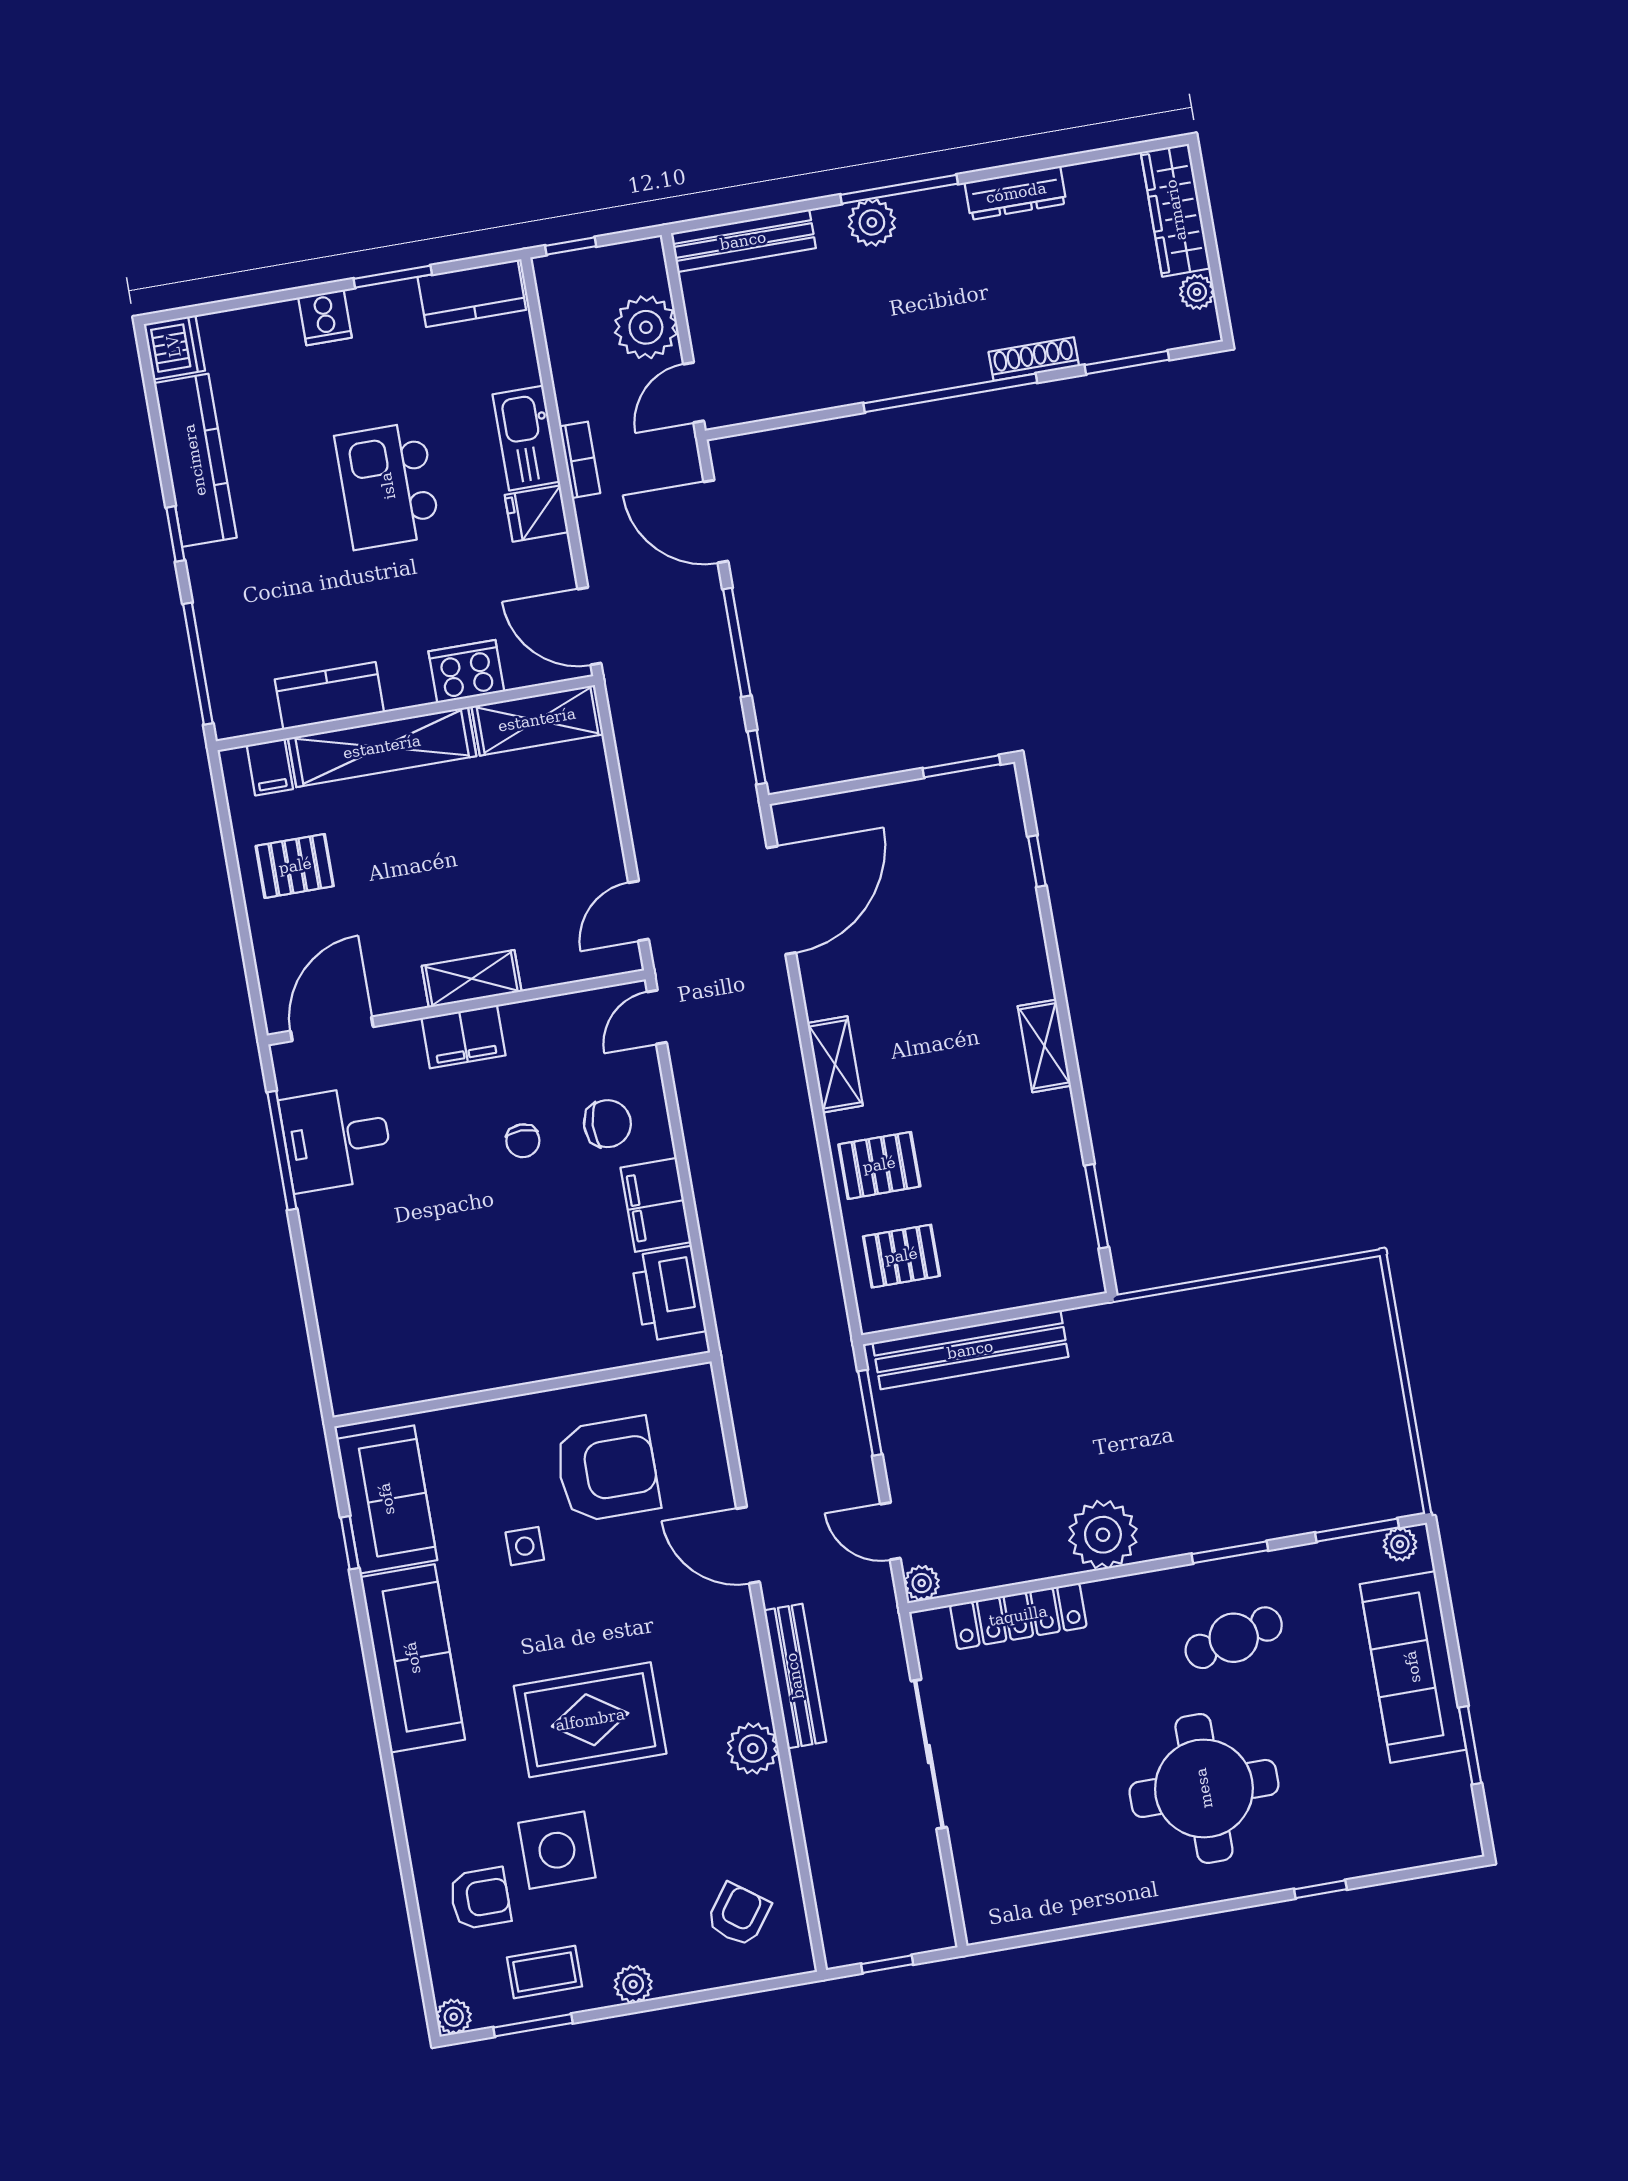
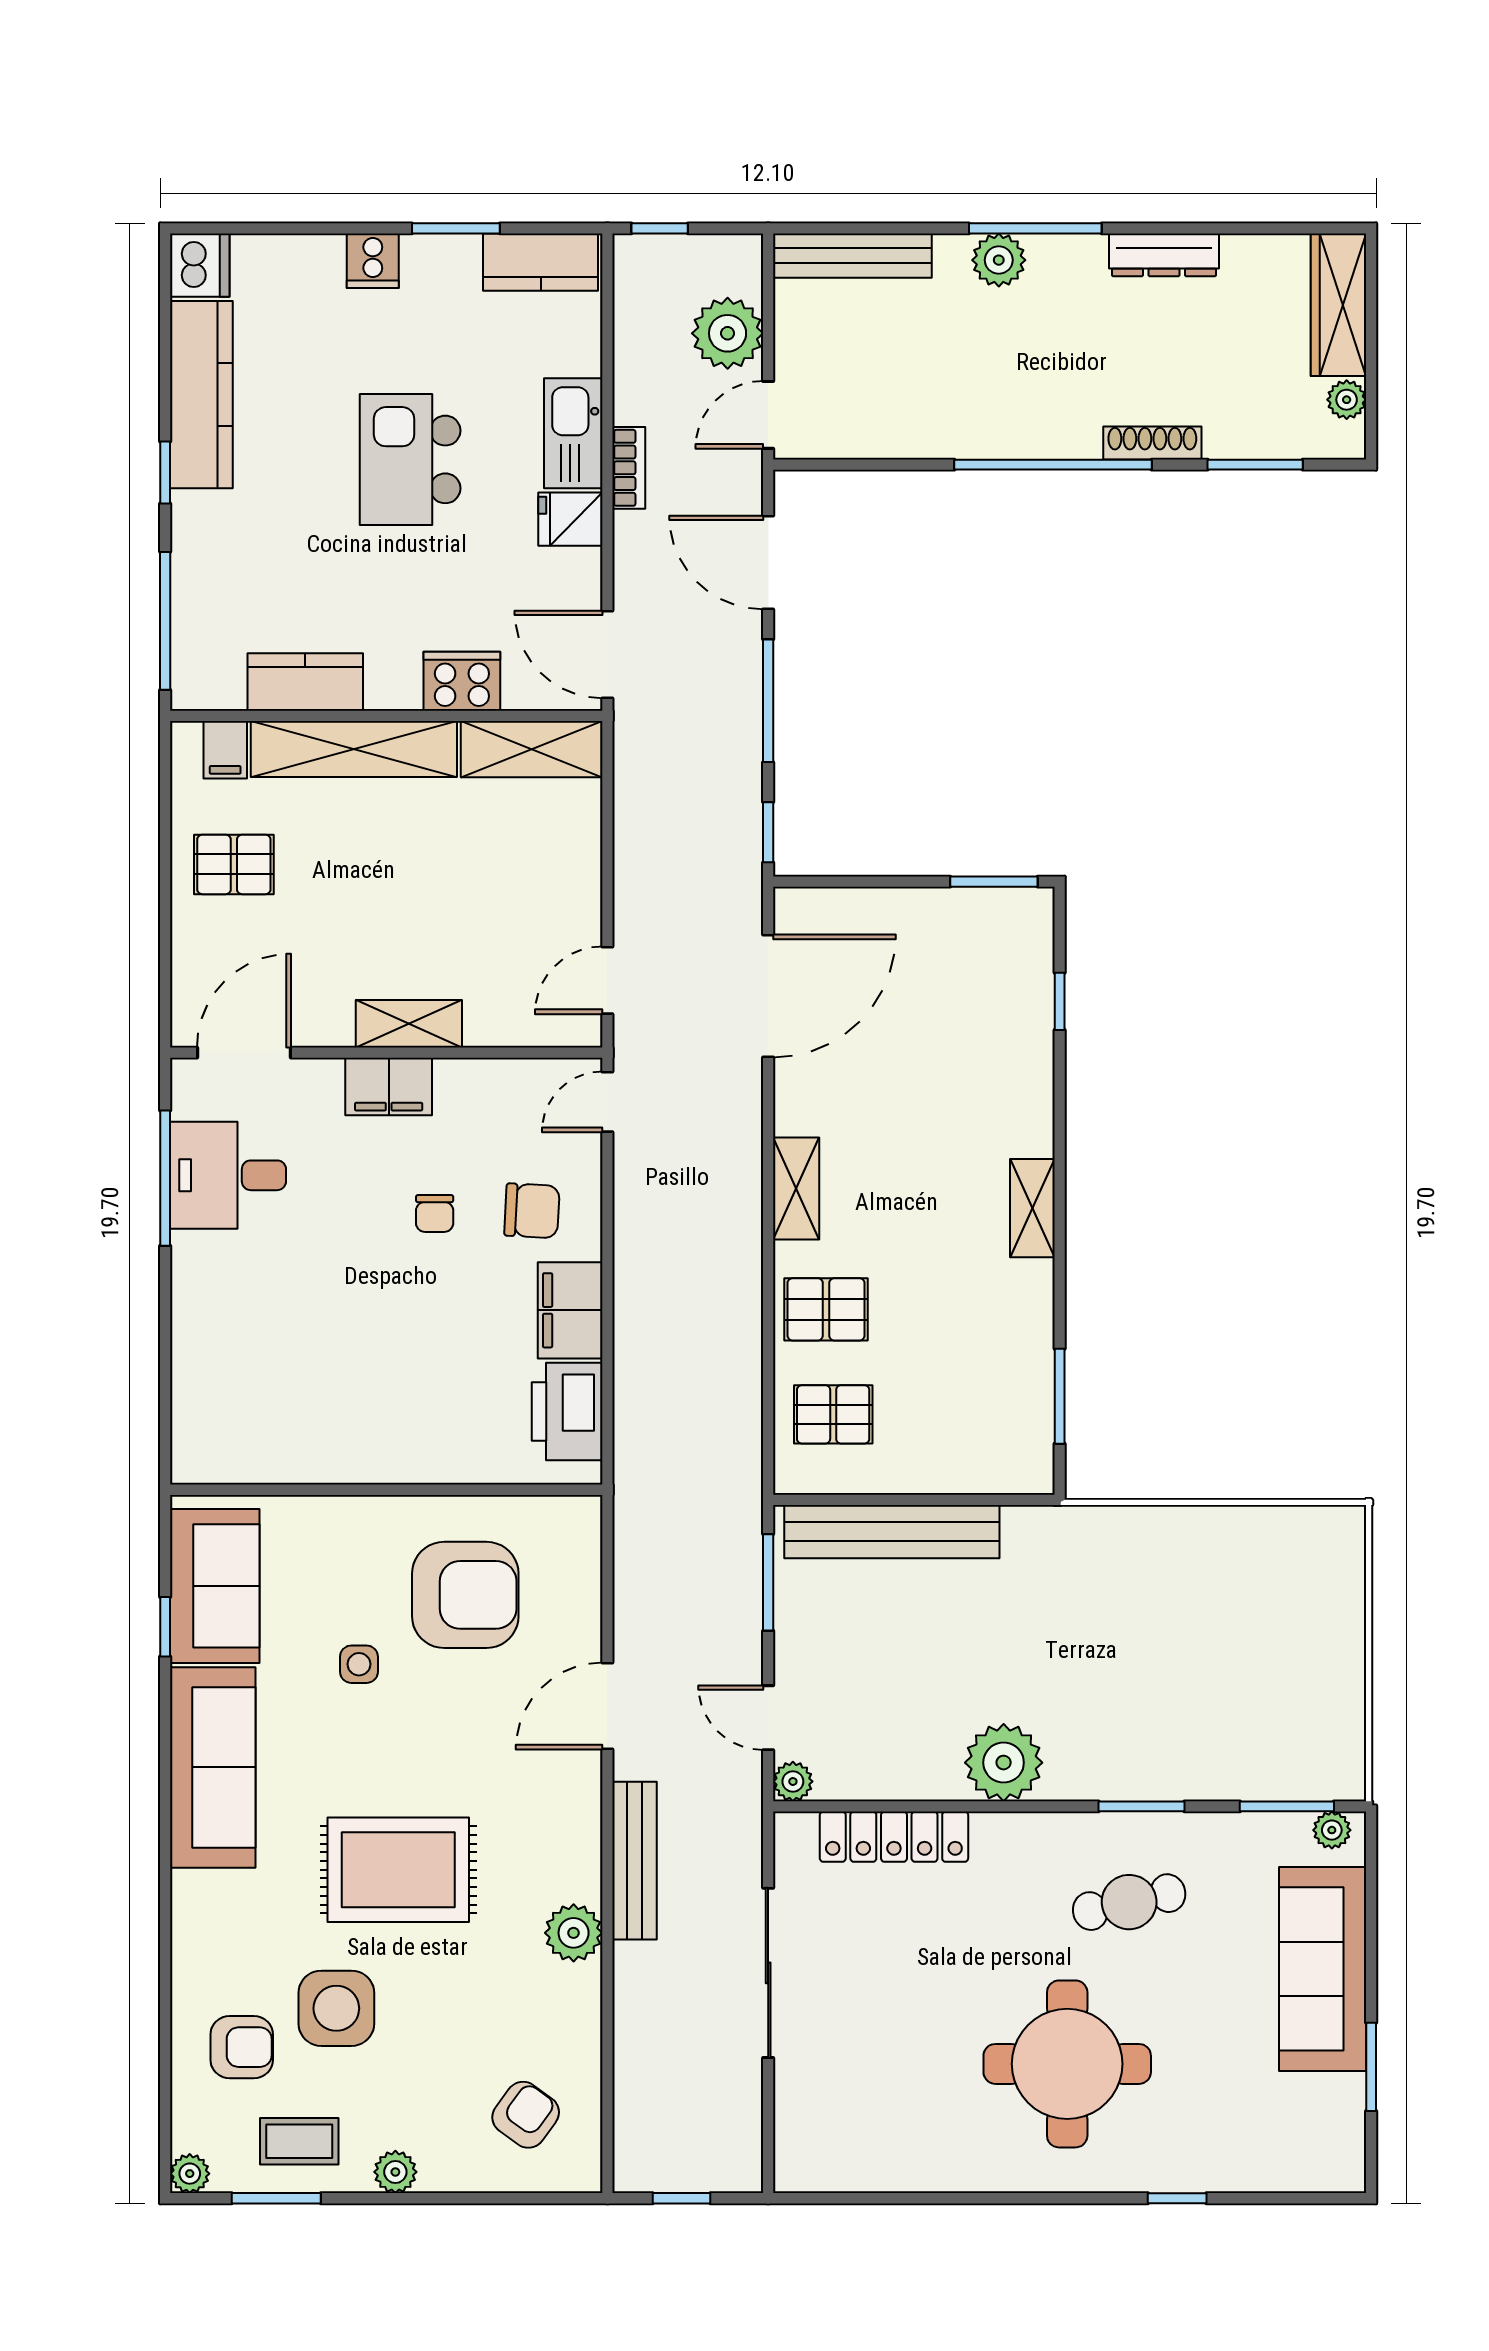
door: (748, 1545) -> (607, 1706), hinge flipped

